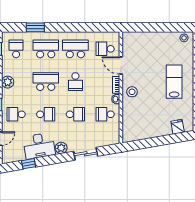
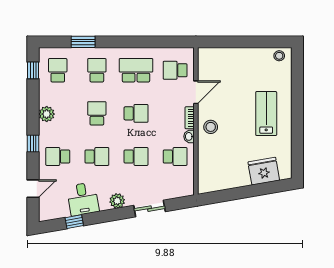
school desk: (46, 49) -> (97, 70), width x0.54
door: (121, 66) -> (196, 92), swing flipped
school desk: (46, 82) -> (97, 113), width x0.54
school desk: (75, 82) -> (136, 113), turned -90
school desk: (105, 114) -> (175, 156), turned 180
fridge: (178, 127) -> (264, 171), width x1.88, depth x1.34
desk: (39, 146) -> (83, 199), width x0.73

